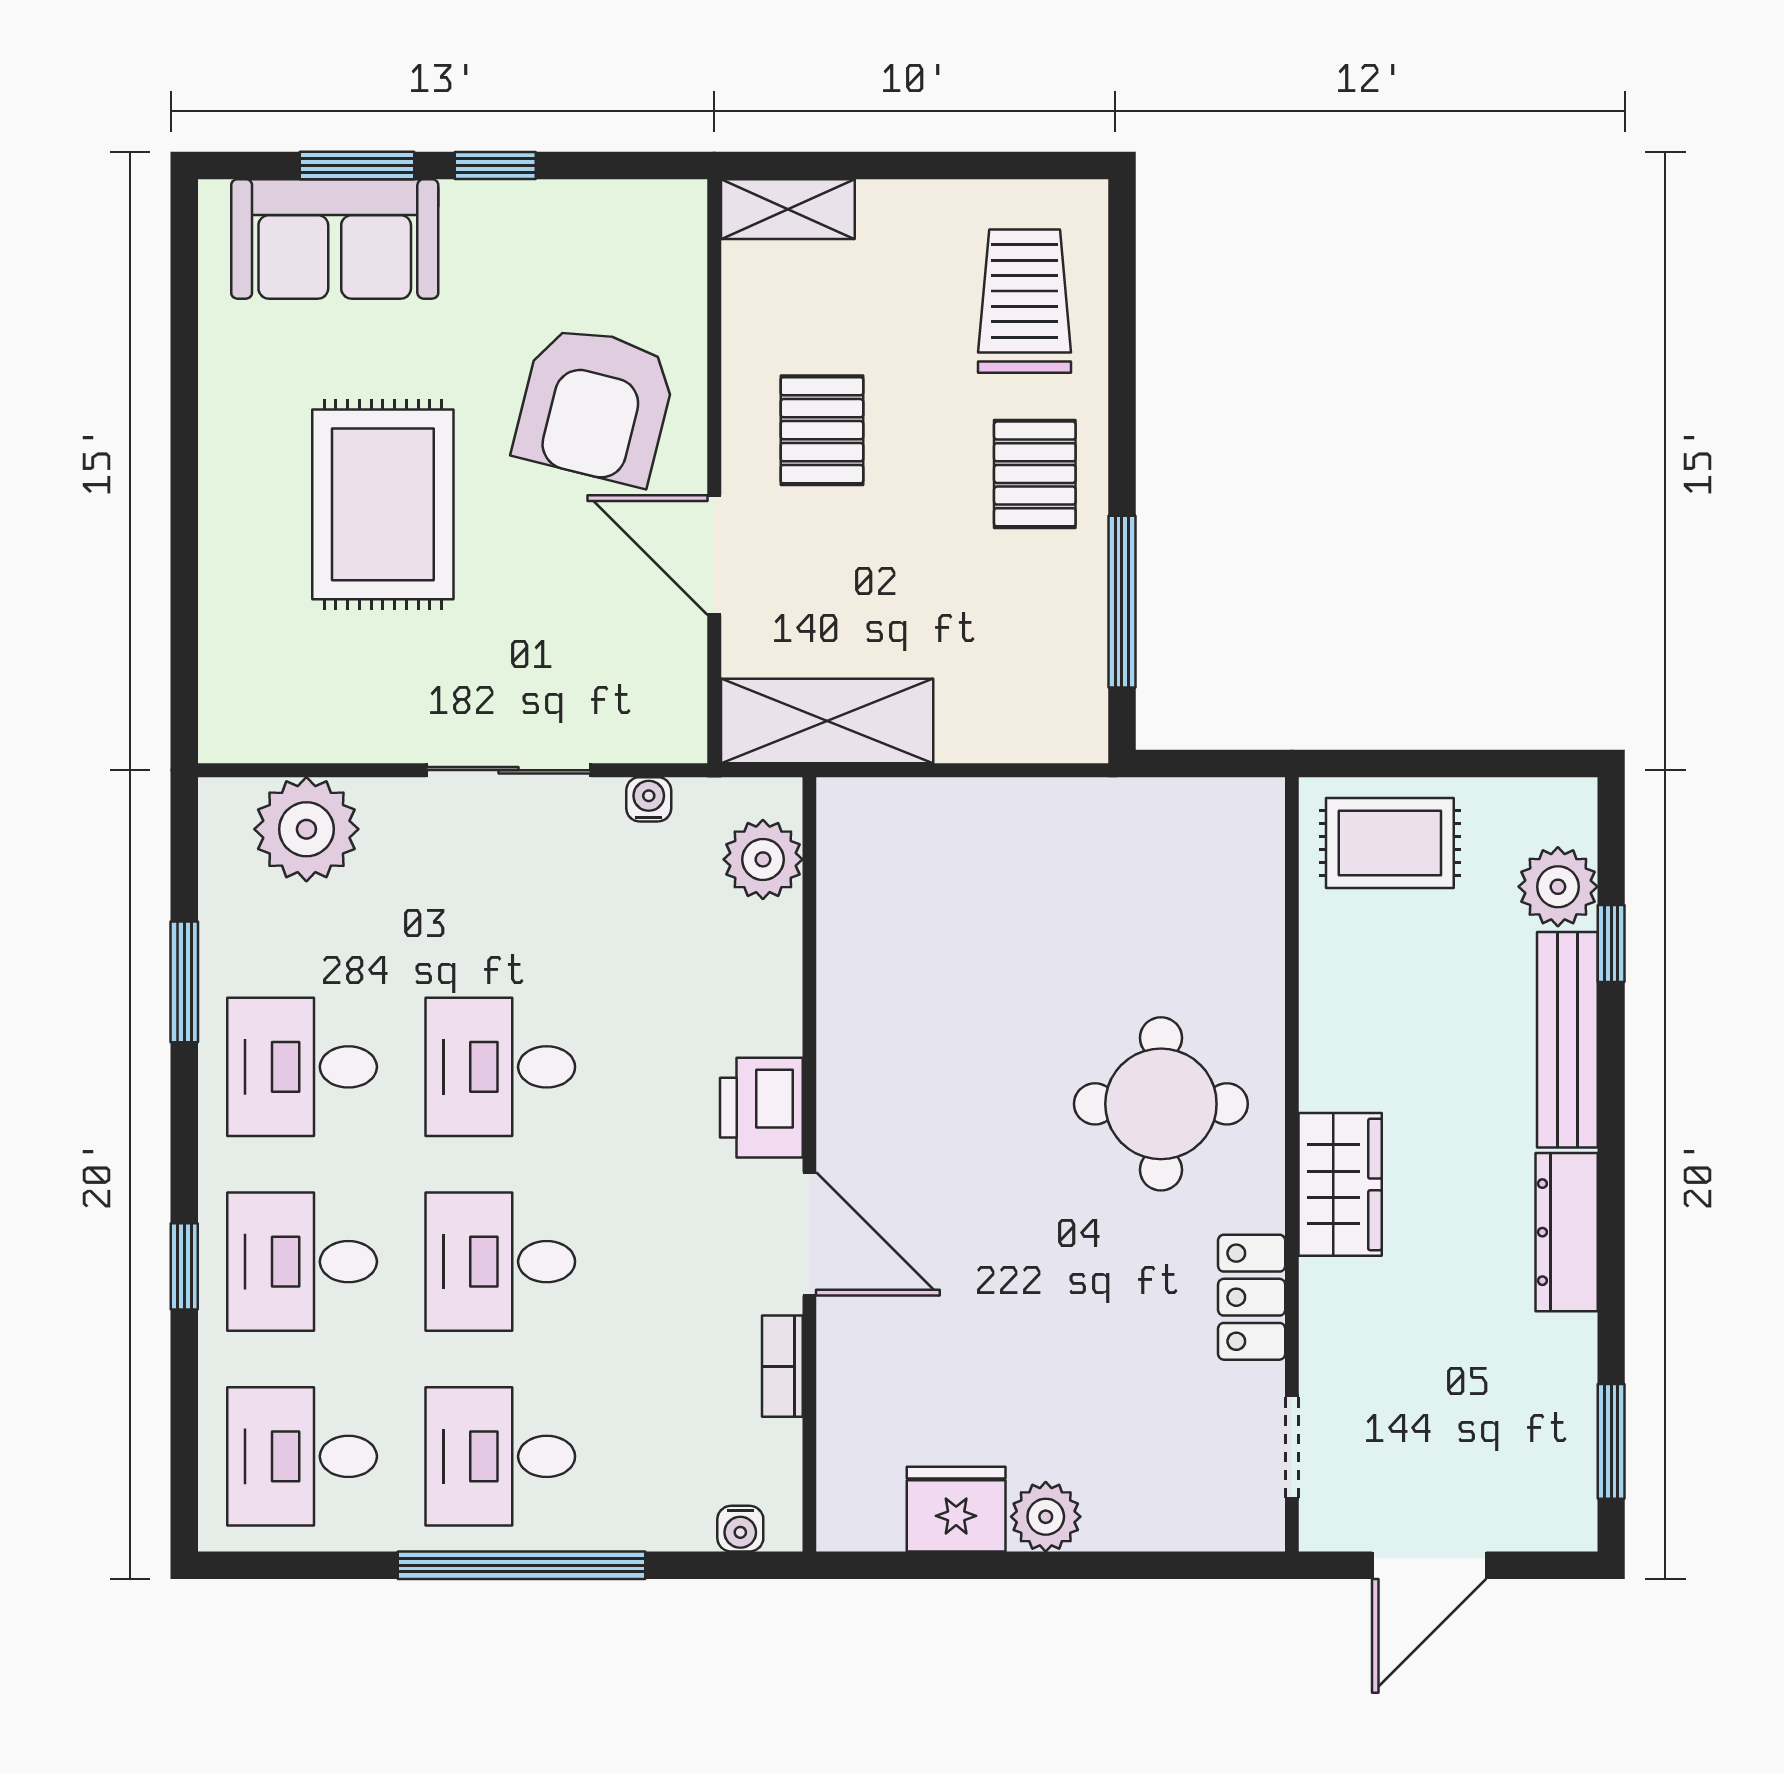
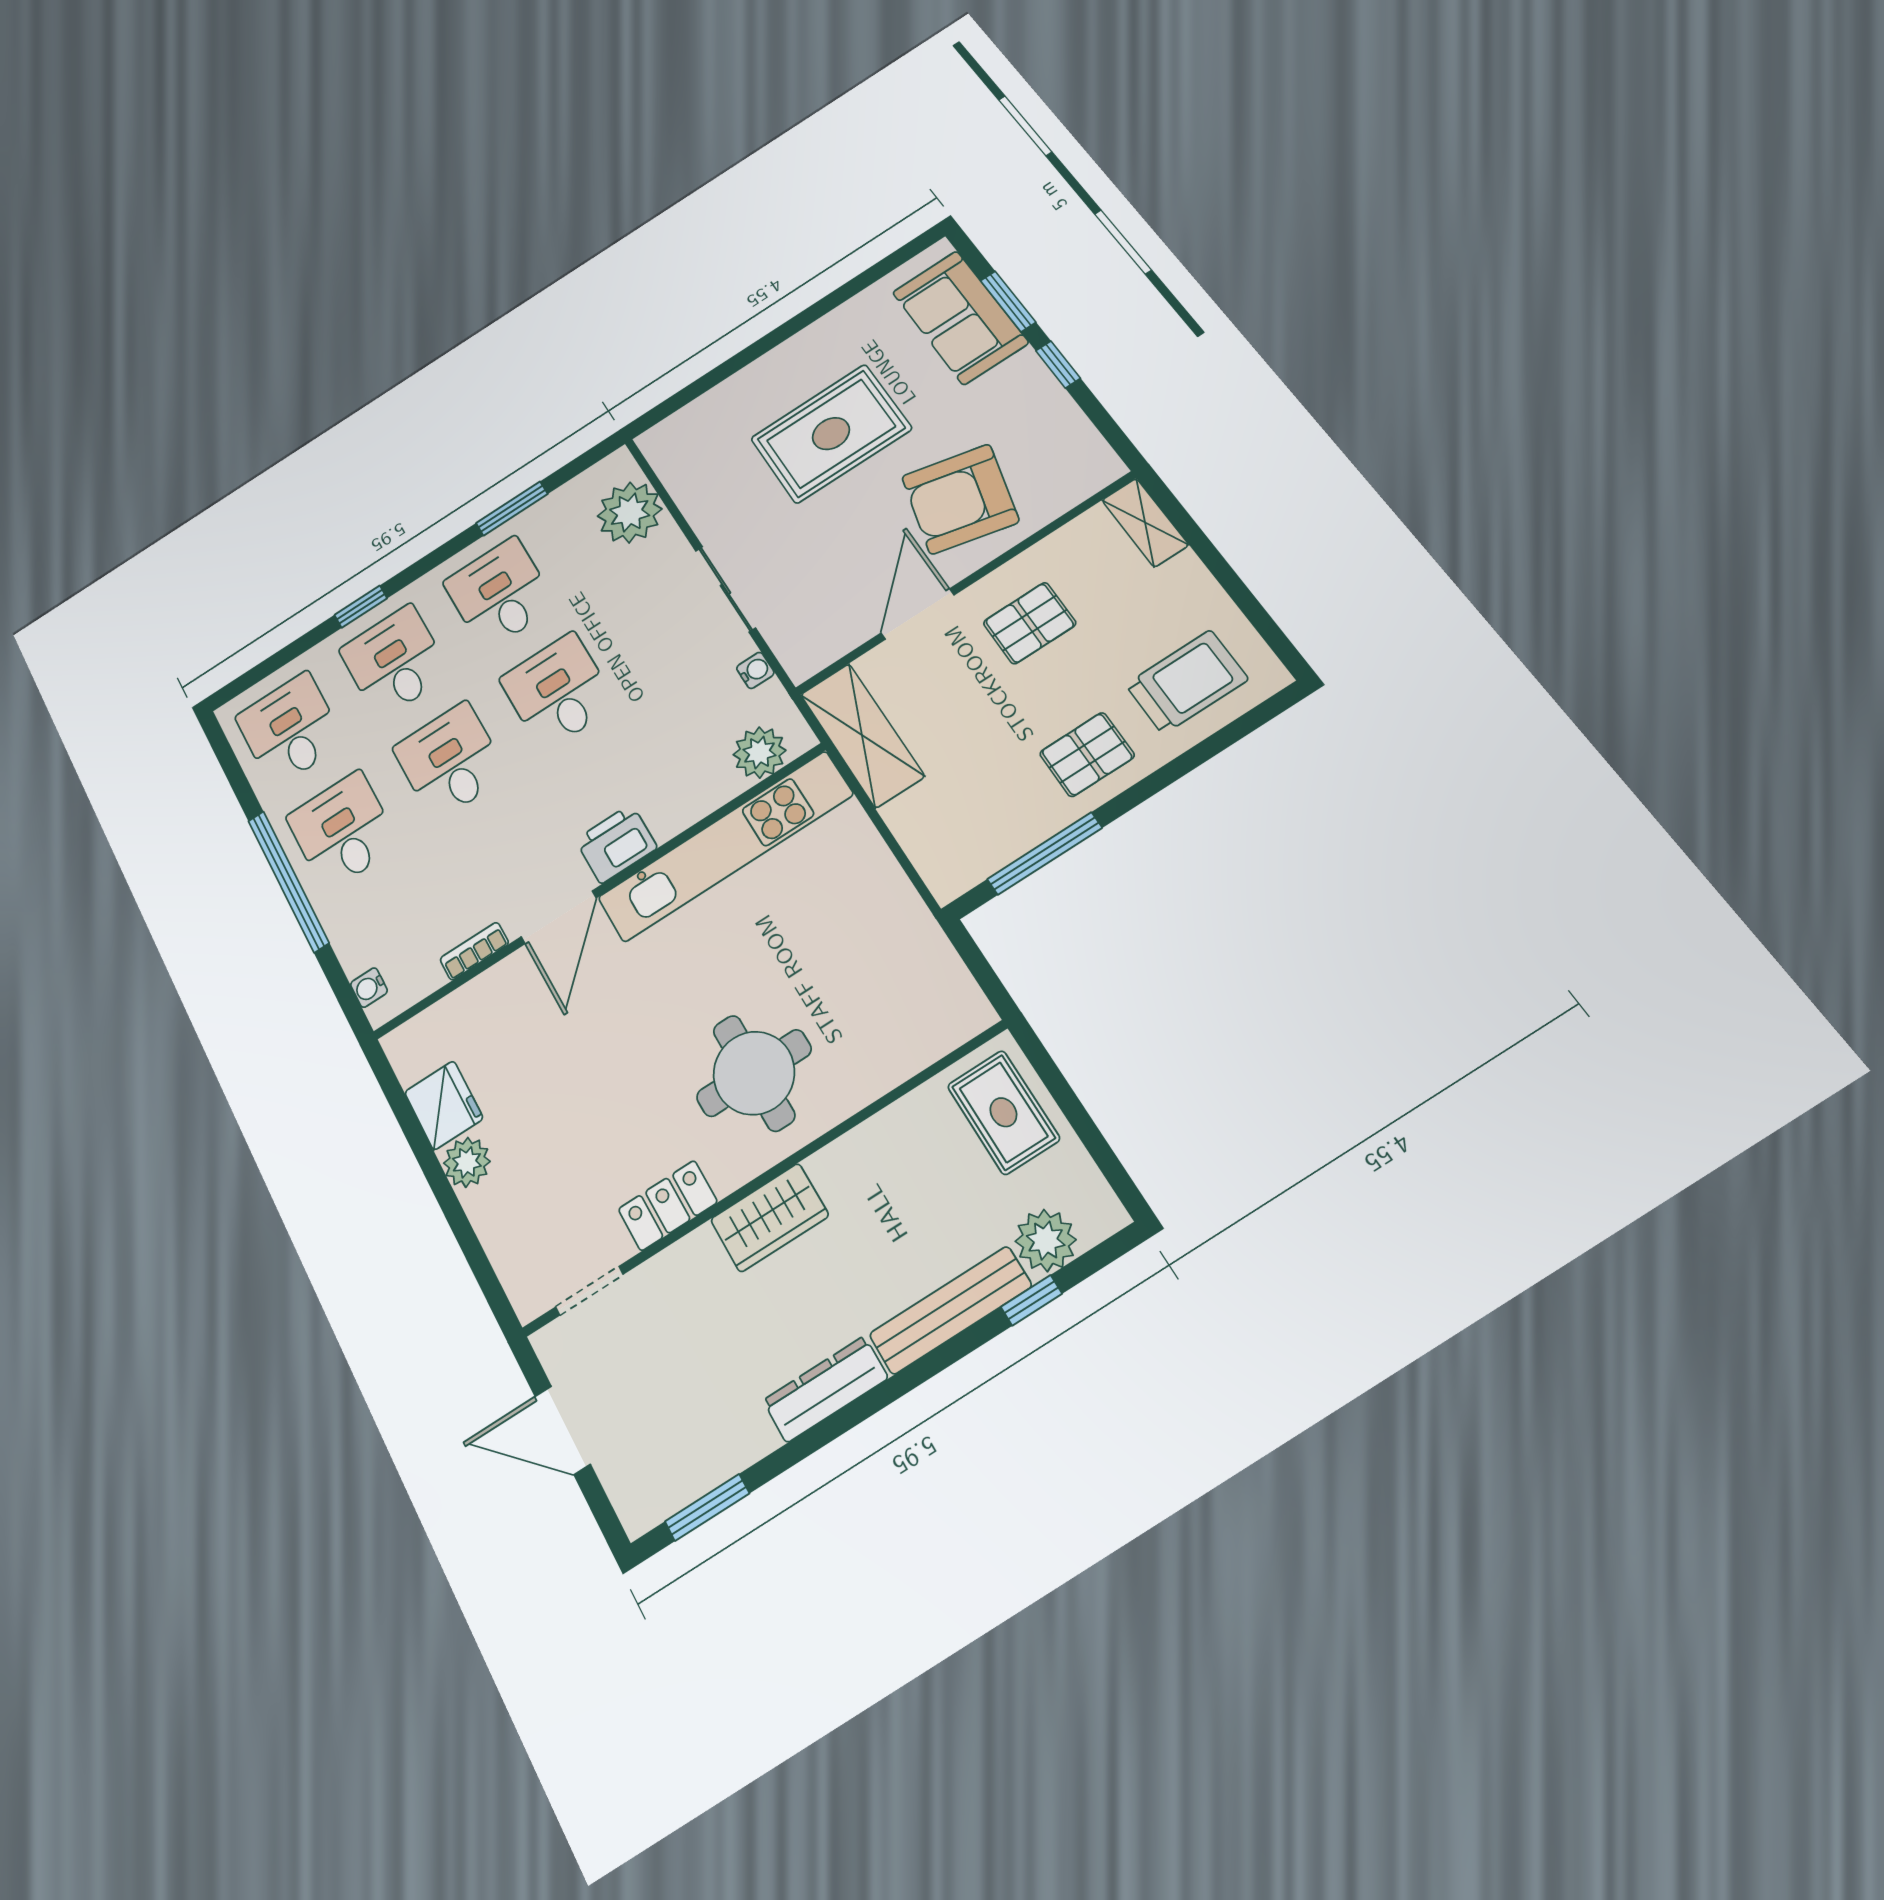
kitchen unit: (857, 974) -> (725, 846), added

